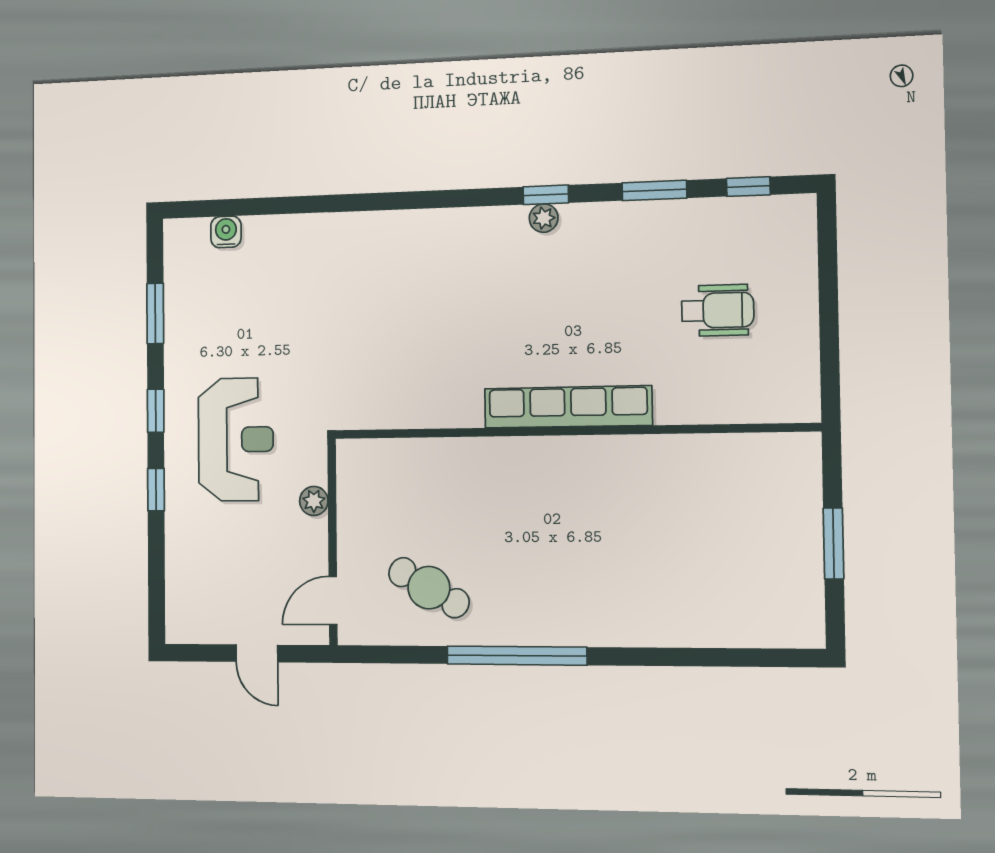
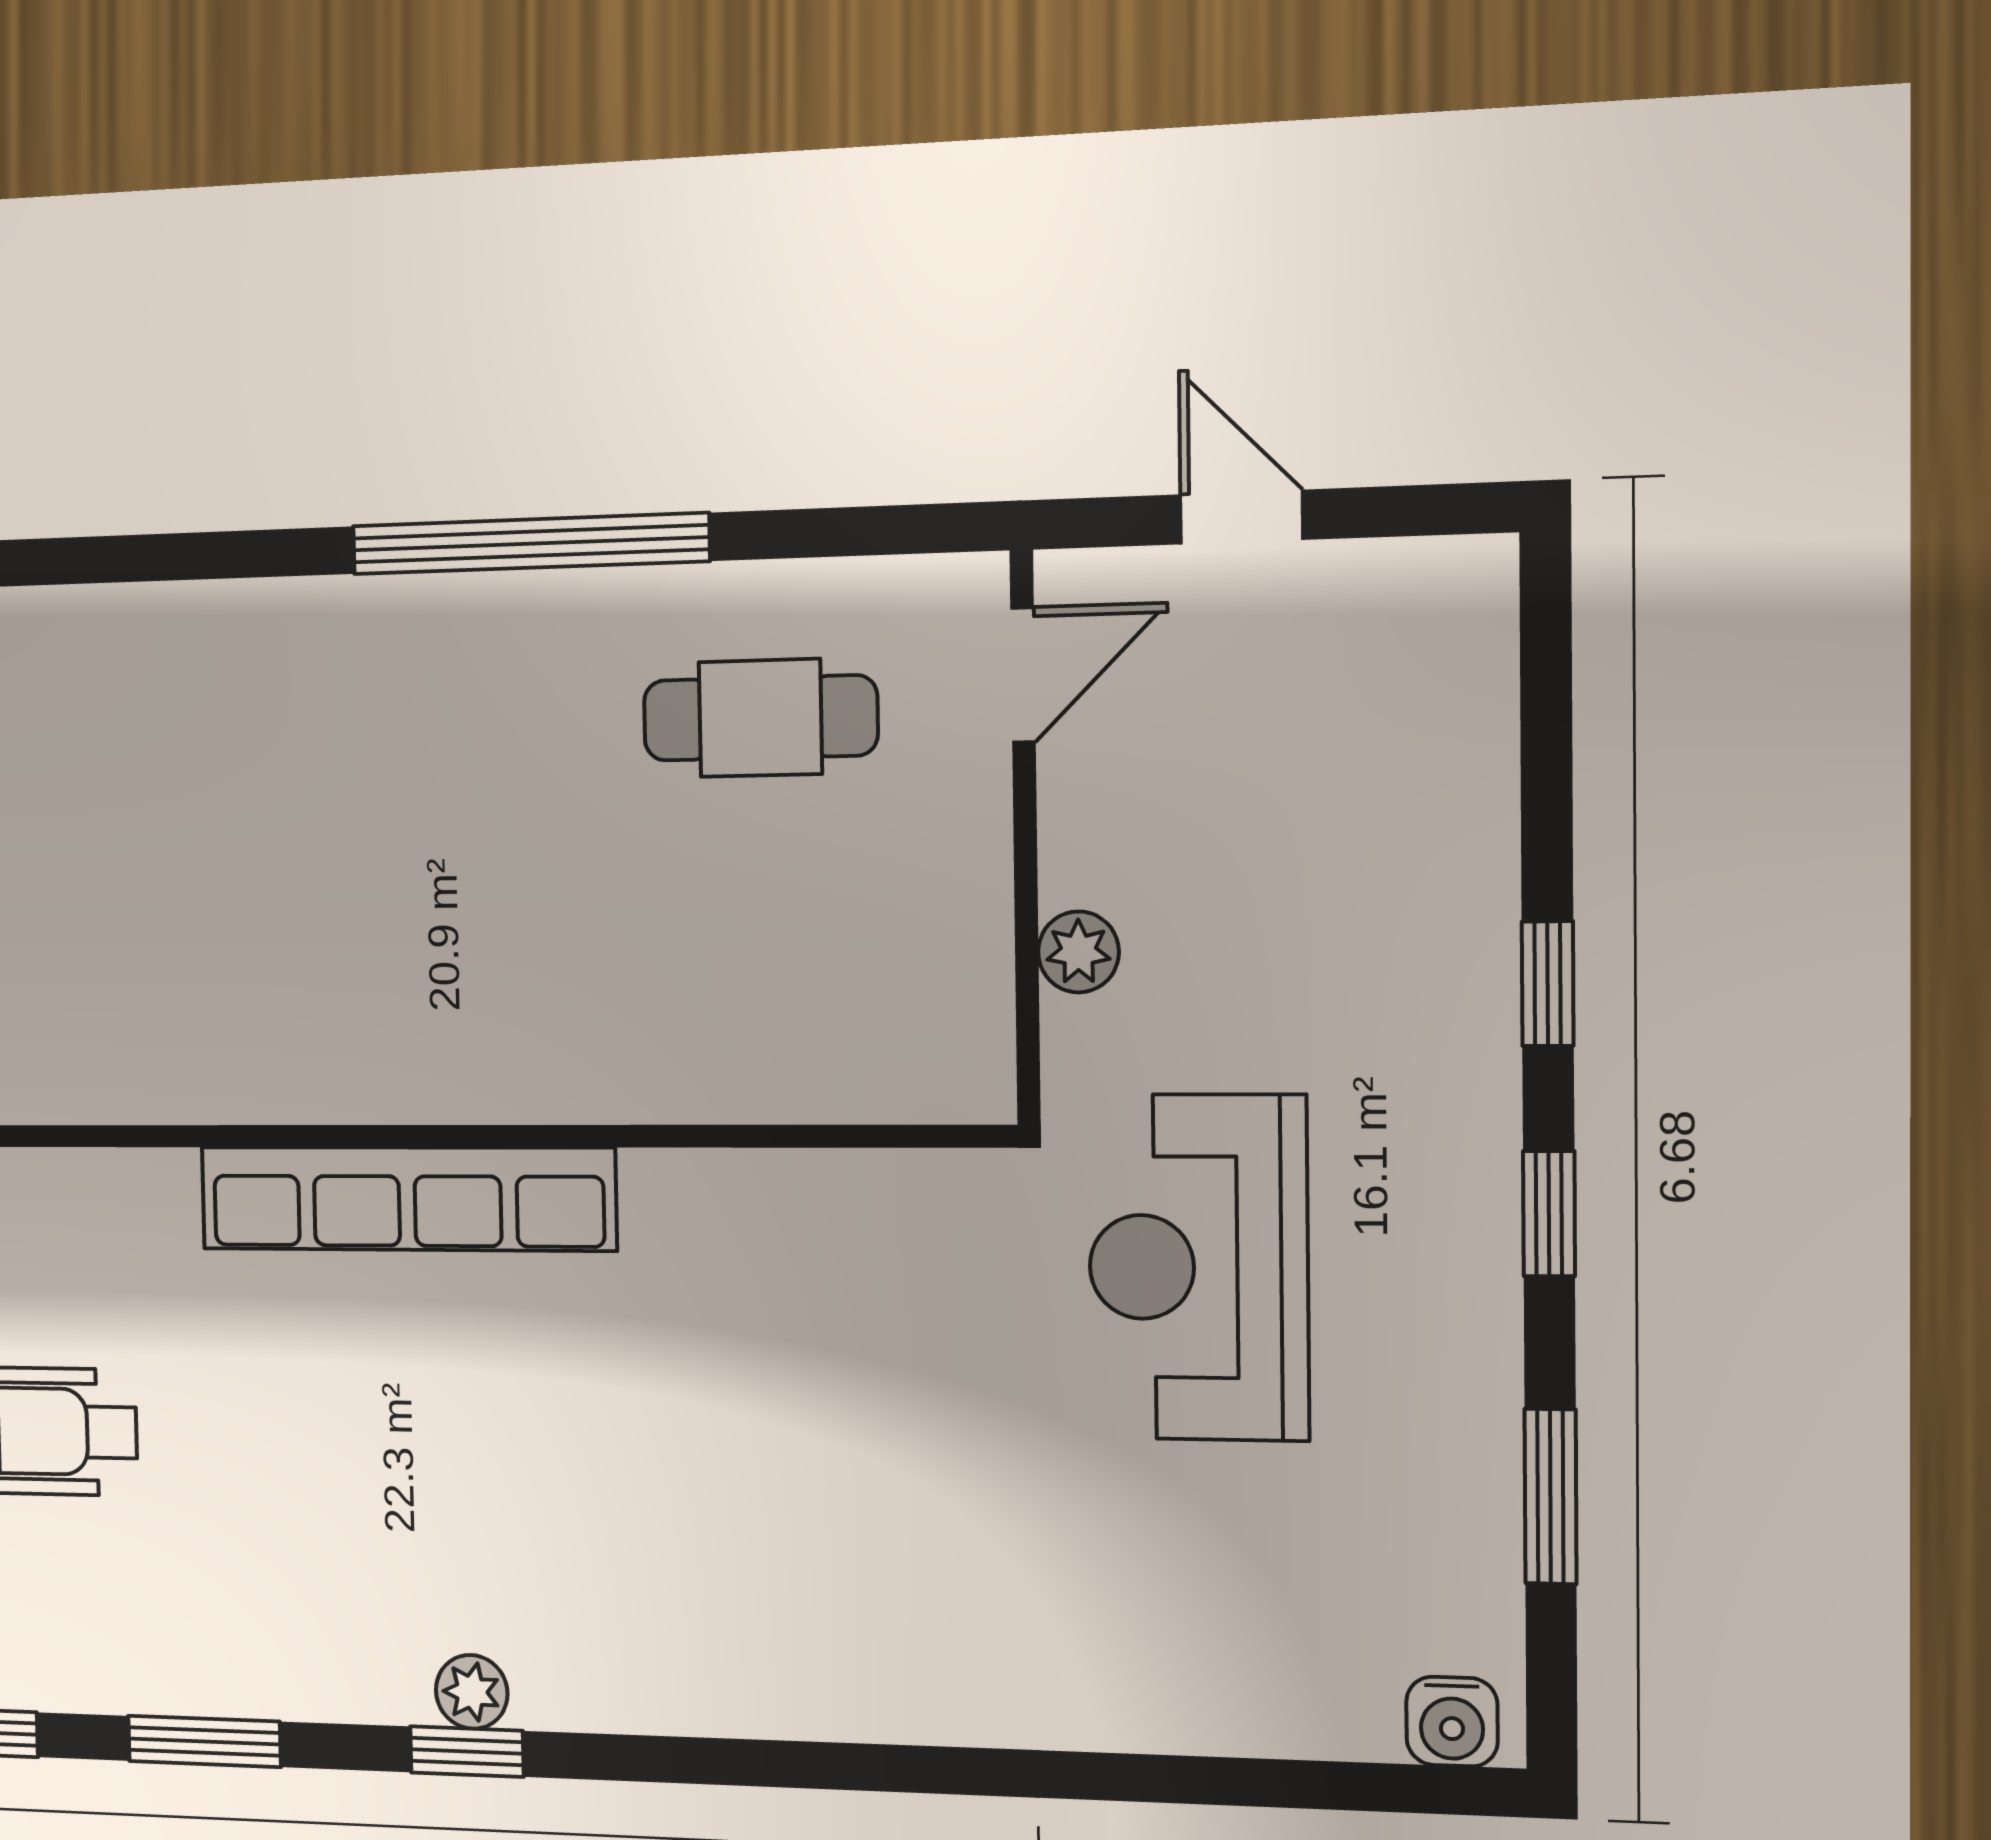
water cooler: (226, 232) -> (1452, 1722), moved
reception desk: (236, 439) -> (1198, 1267), moved
cafe table: (429, 588) -> (760, 718), turned -30

